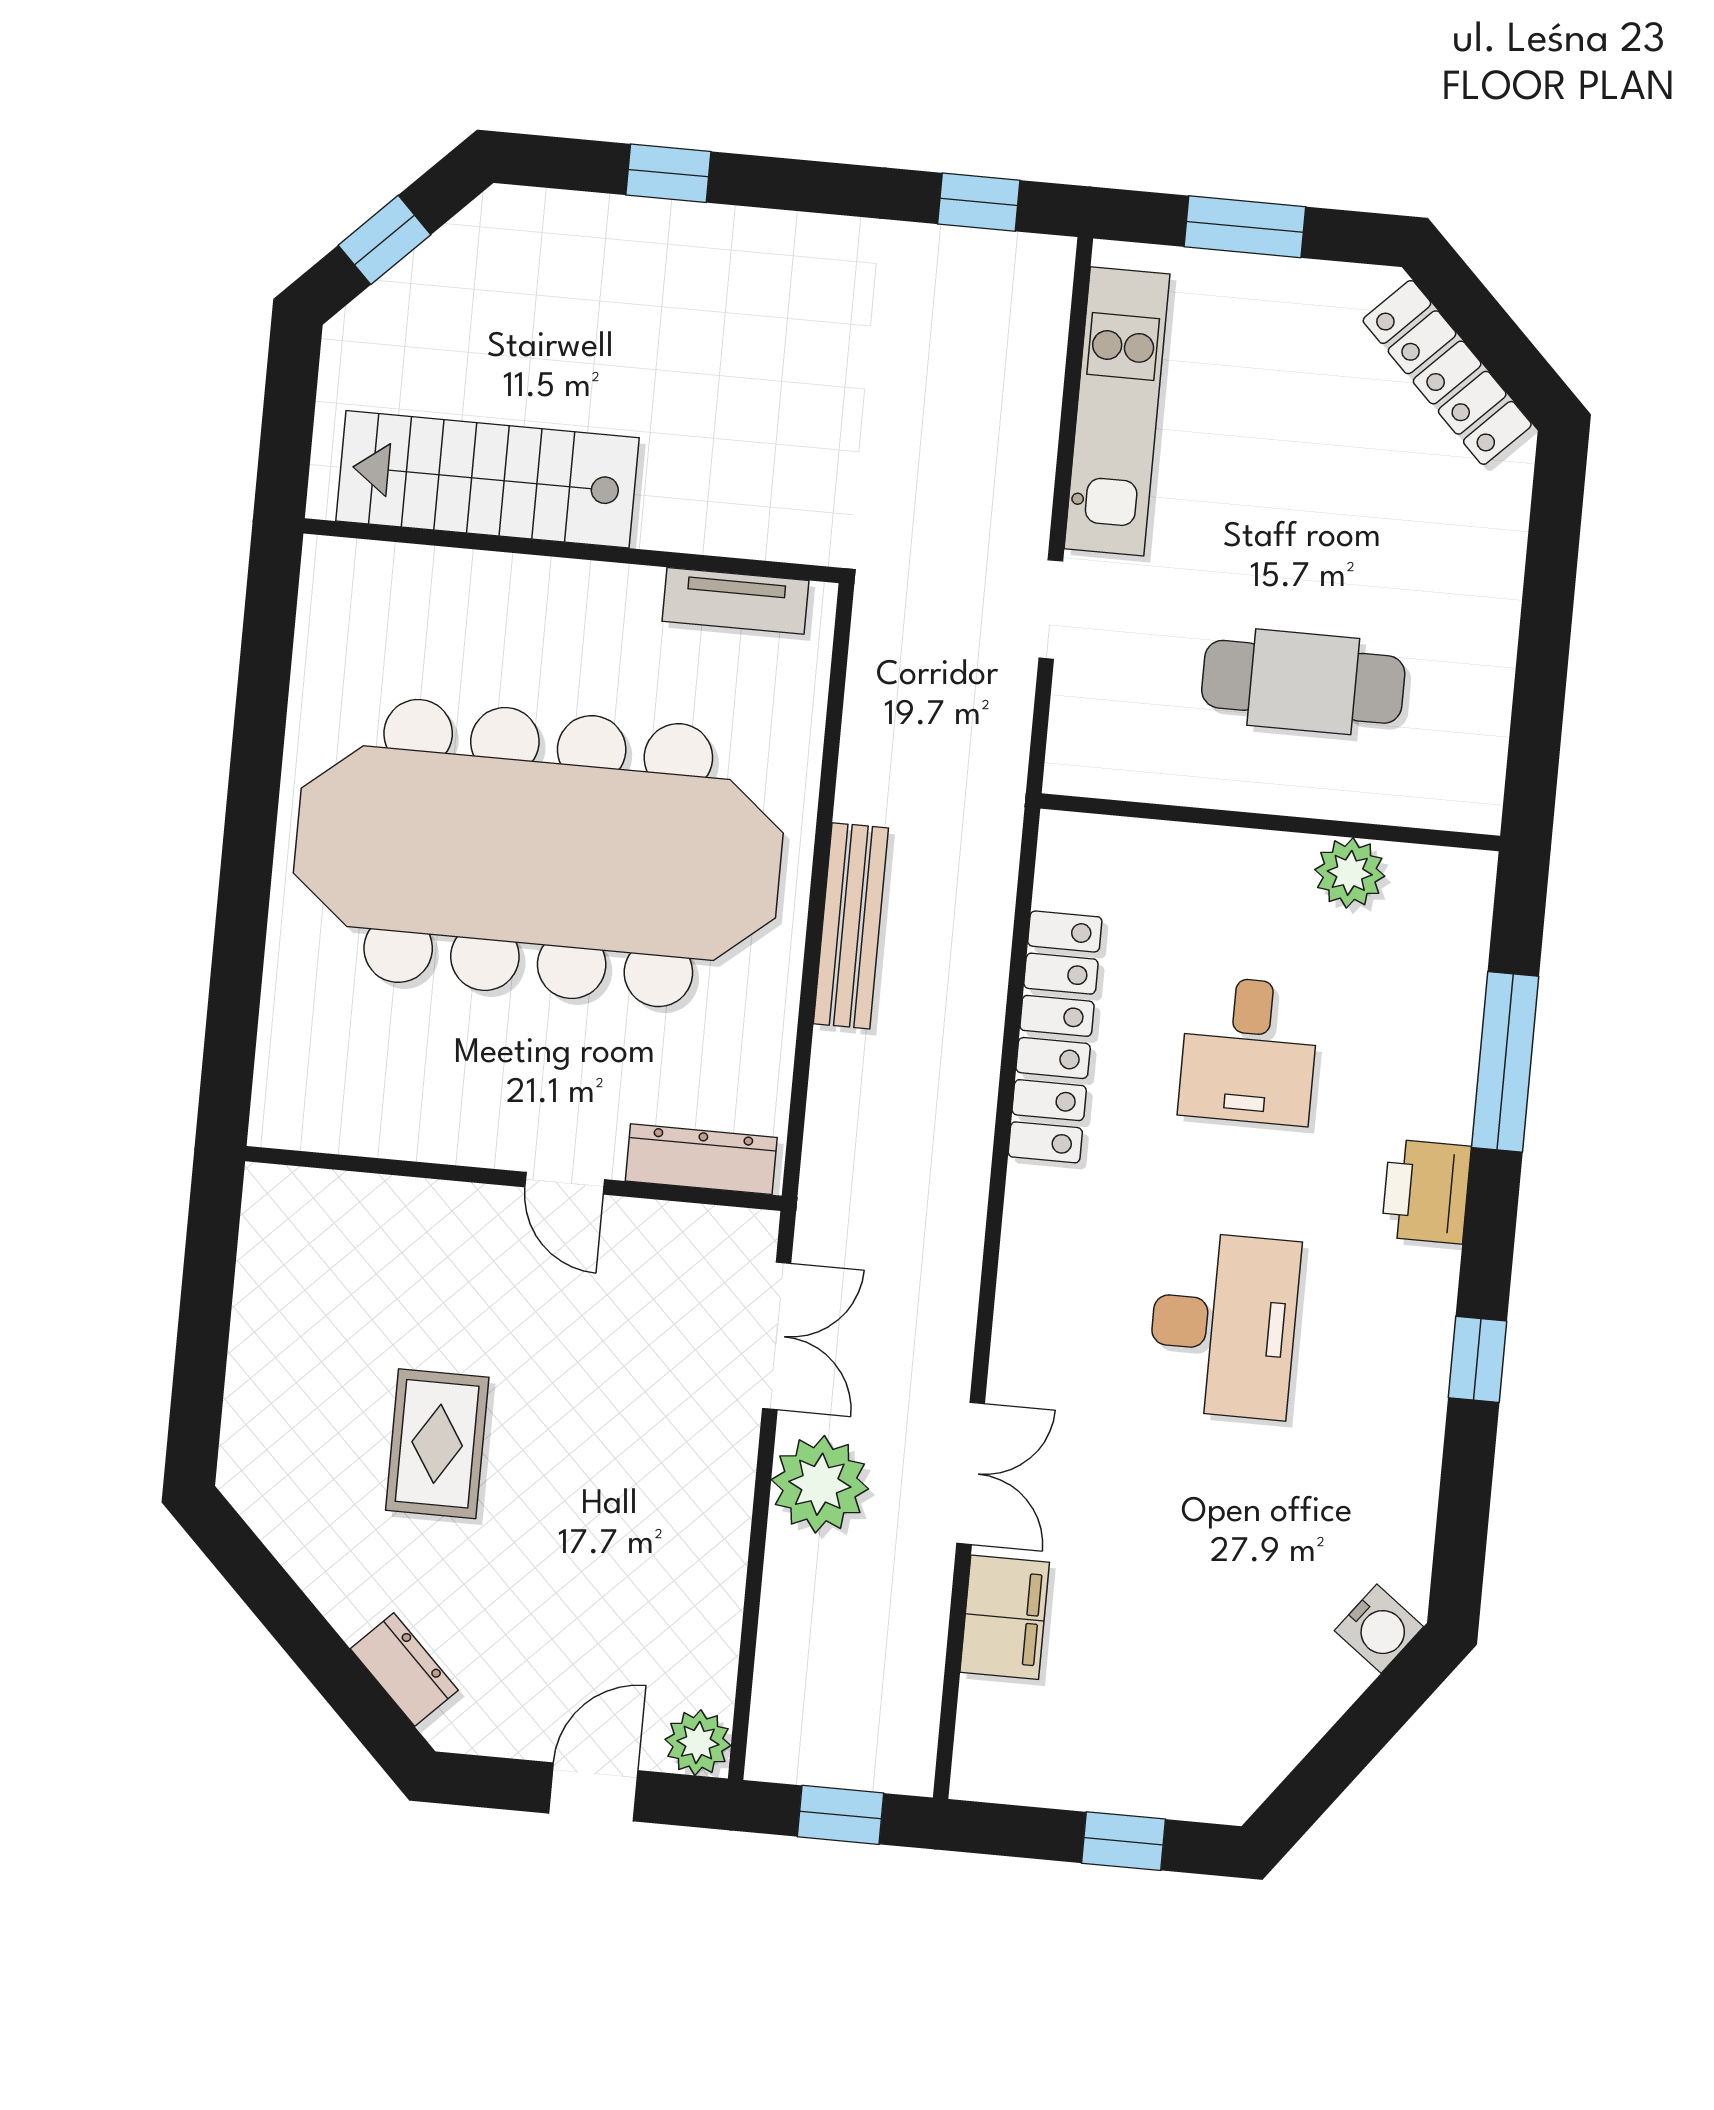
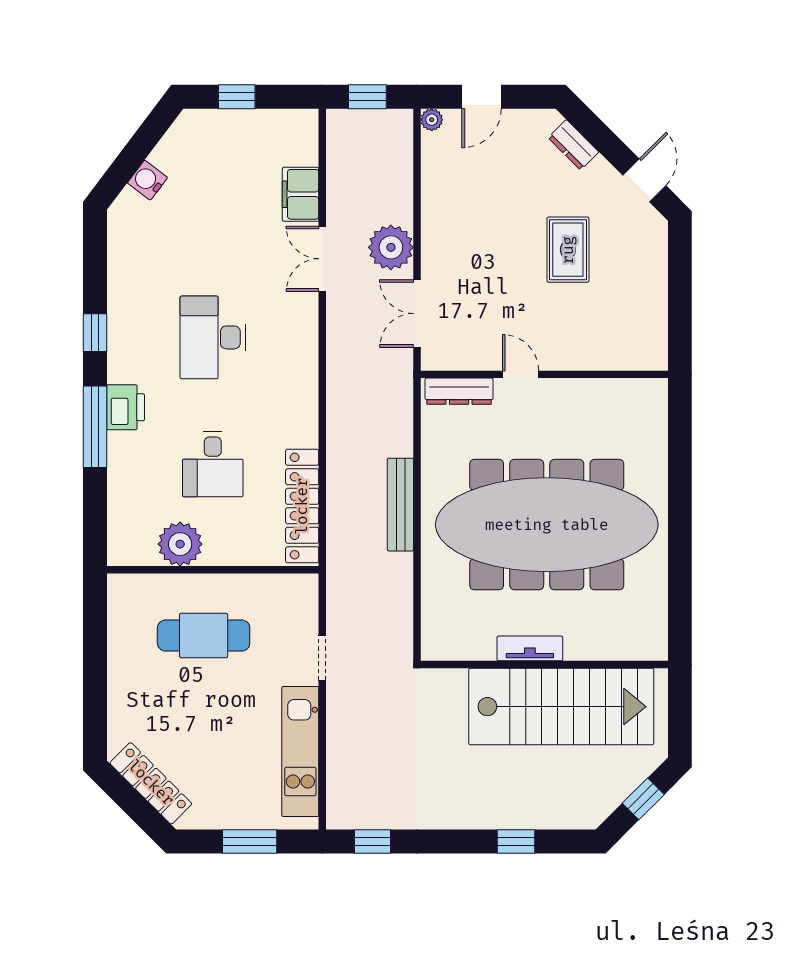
stairs: (488, 479) -> (561, 707), width x1.36, depth x1.51
tv unit: (735, 601) -> (530, 648), moved
plant: (1350, 873) -> (180, 544), width x1.36, depth x1.36
locker: (1055, 1037) -> (302, 506), moved
desk: (1249, 1051) -> (213, 464), turned 180
window: (1505, 1062) -> (95, 427), moved
door: (258, 1578) -> (644, 180), added
water cooler: (1379, 1629) -> (147, 180), moved
plant: (698, 1743) -> (432, 120), width x0.73, depth x0.73

